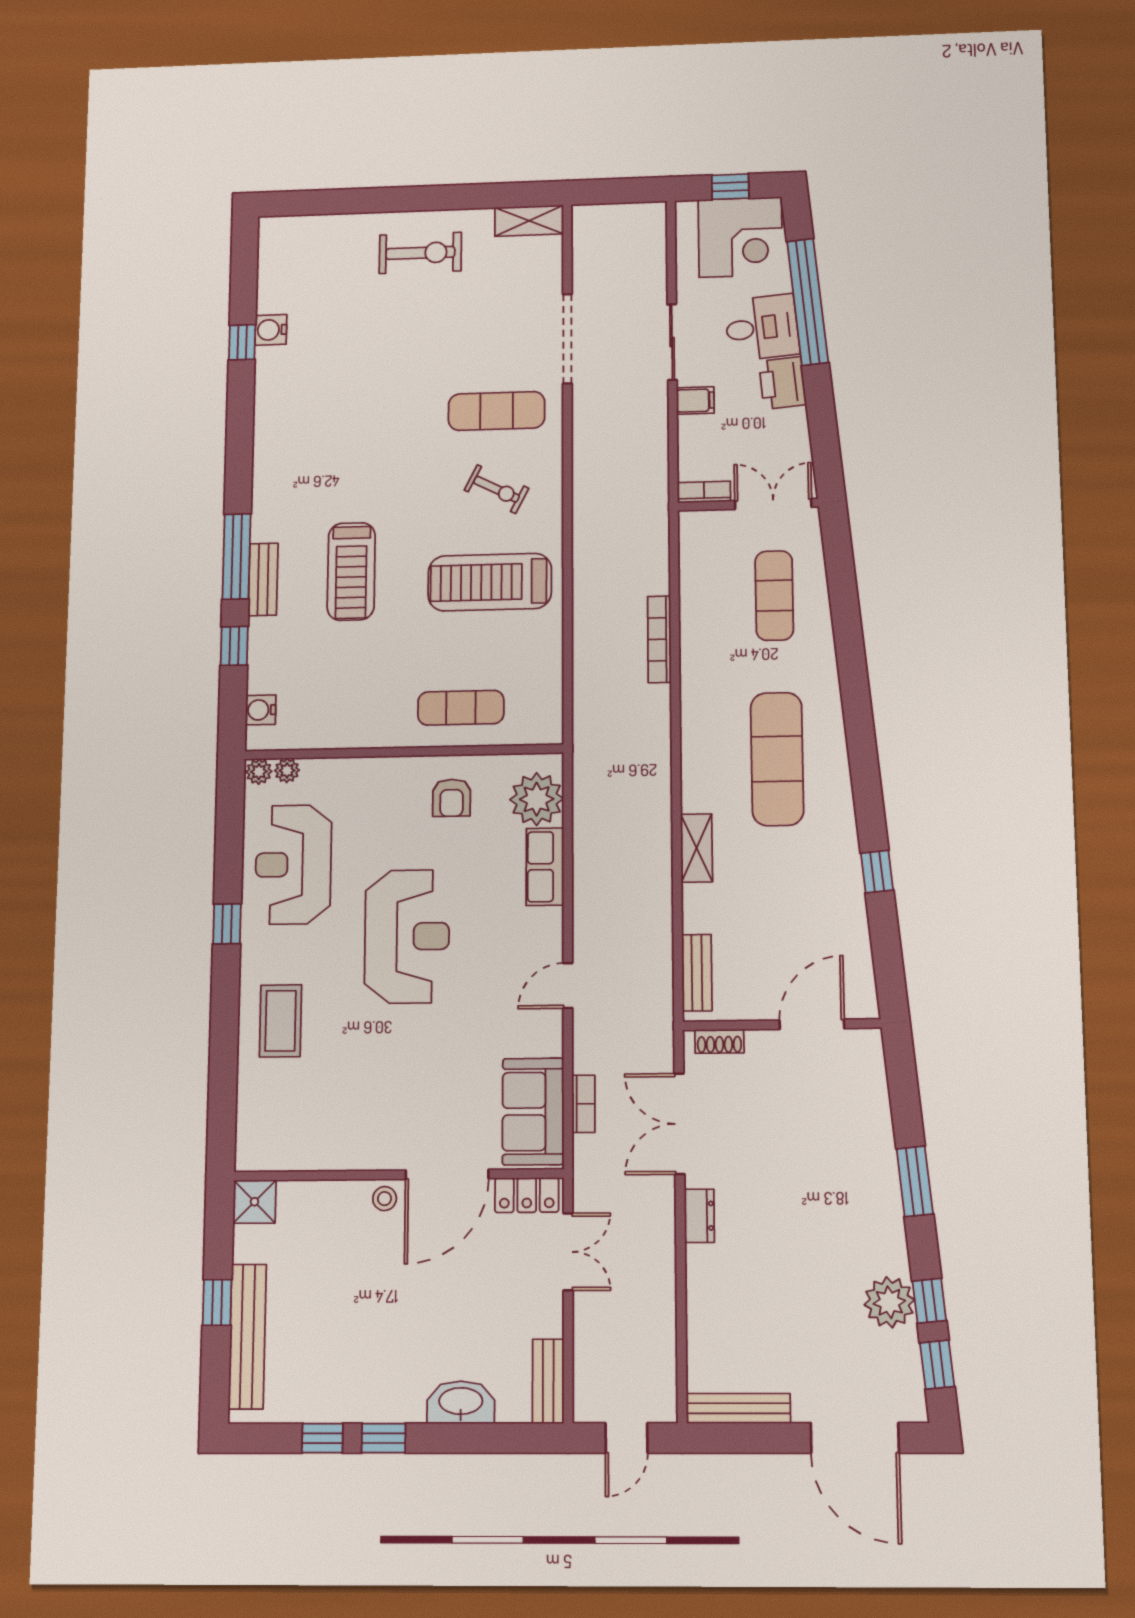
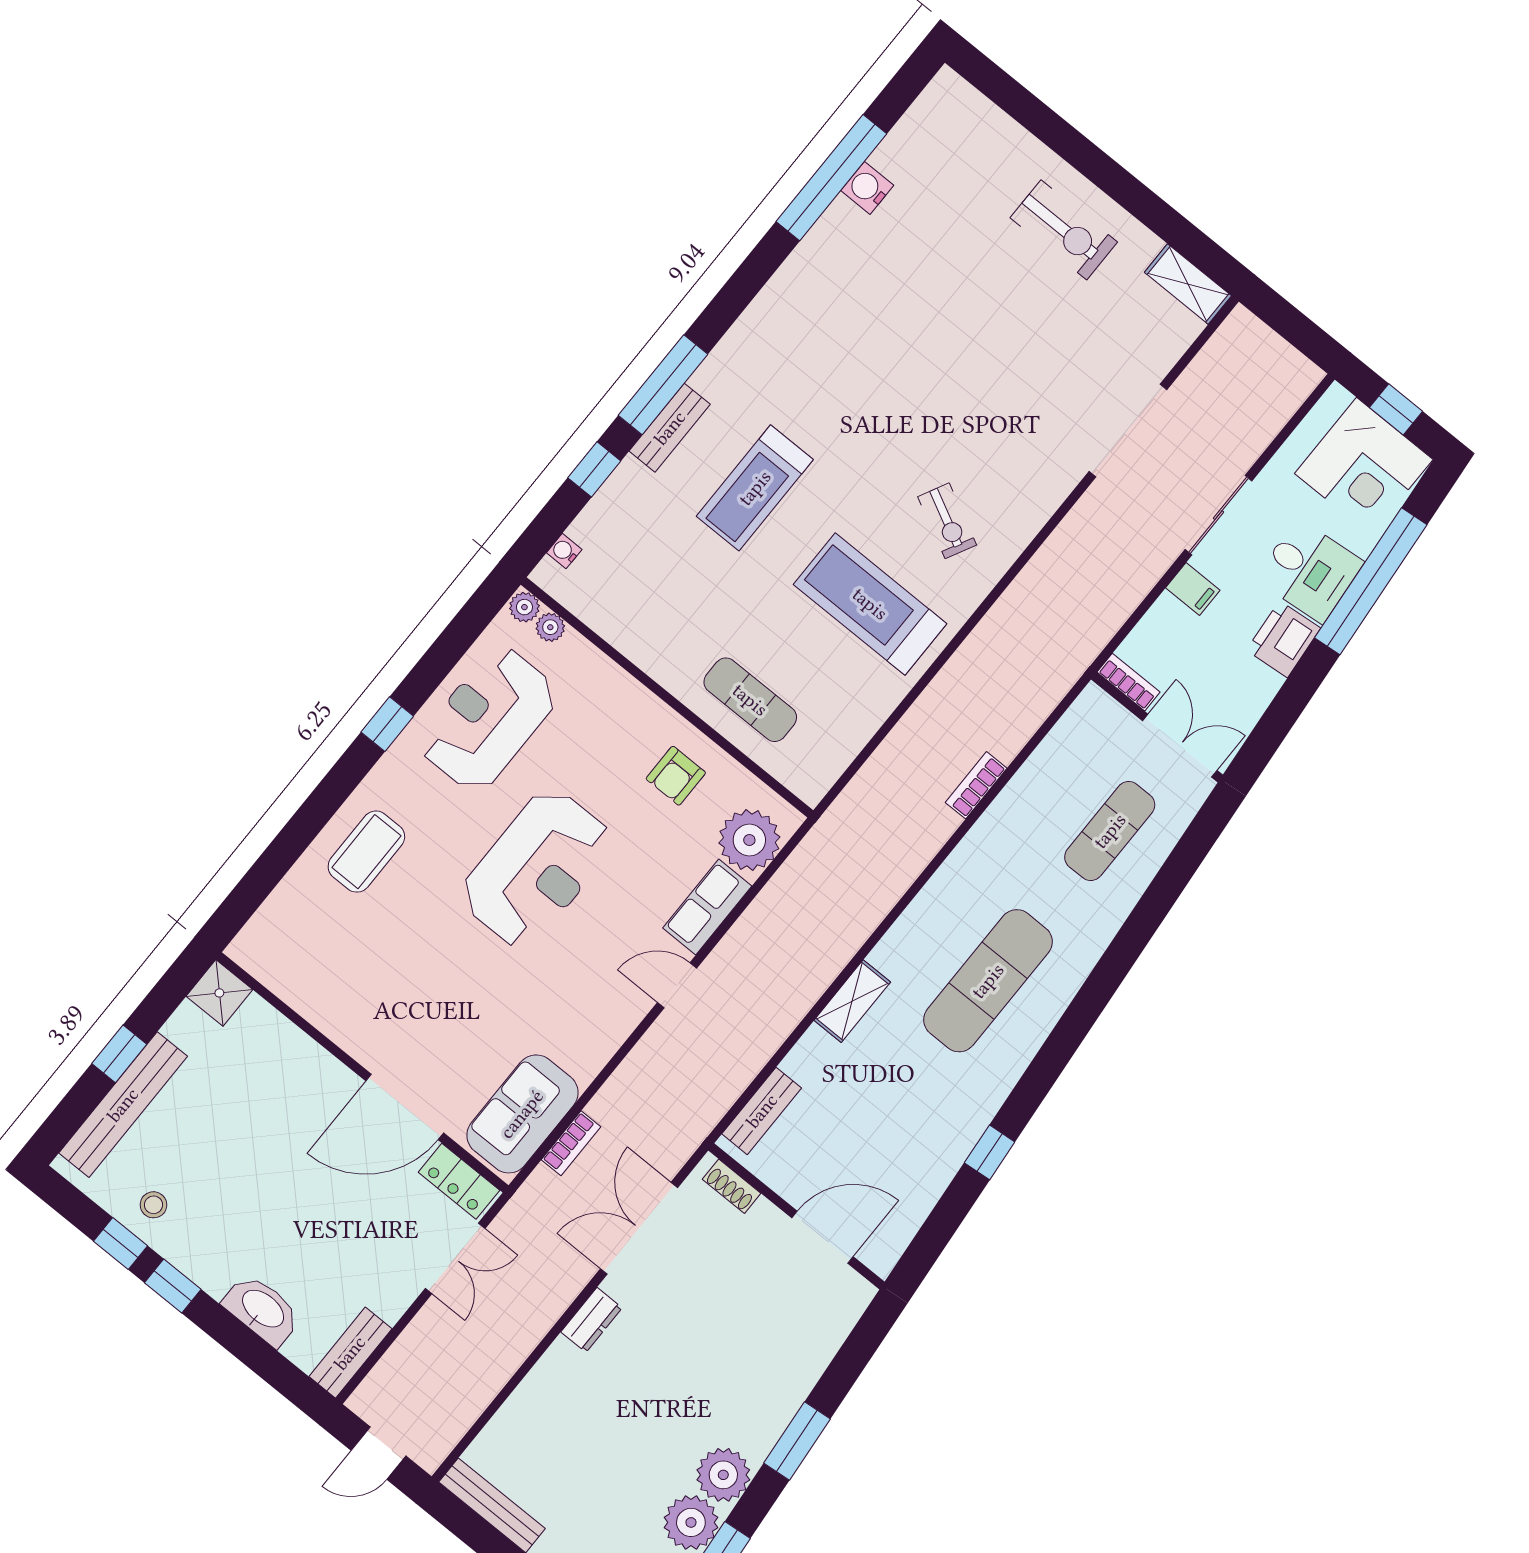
window: (242, 342) -> (831, 178), width x3.17
exercise mat: (497, 411) -> (1008, 446), removed
bookcase: (659, 639) -> (976, 785), width x0.64
water cooler: (261, 710) -> (564, 551), width x0.72, depth x0.72
door: (568, 986) -> (677, 985), moved
stool: (385, 1199) -> (153, 1205), moved
plant: (884, 1249) -> (723, 1475), added

